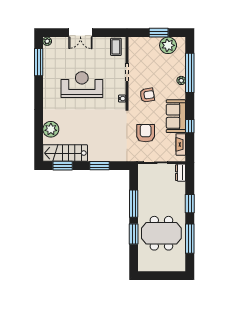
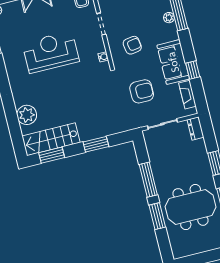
armchair: (146, 133) -> (142, 91), turned 90

